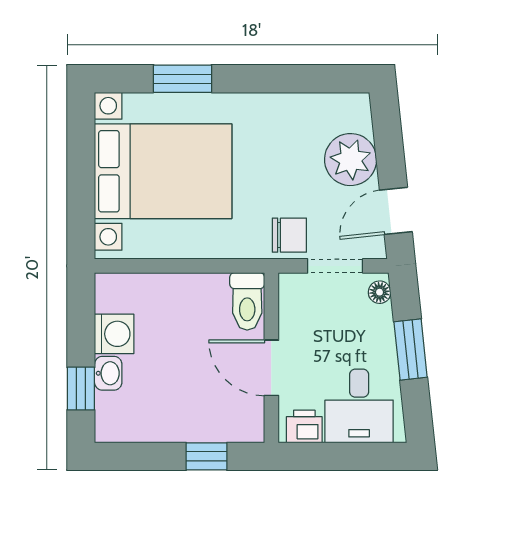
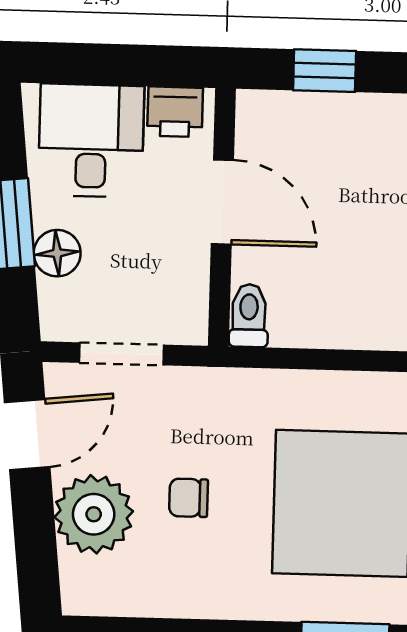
chair: (289, 235) -> (189, 498), moved, width x0.73, depth x0.73
floor lamp: (380, 292) -> (57, 253), moved, width x1.37, depth x1.37
toilet: (247, 301) -> (249, 316), width x0.73, depth x0.72

